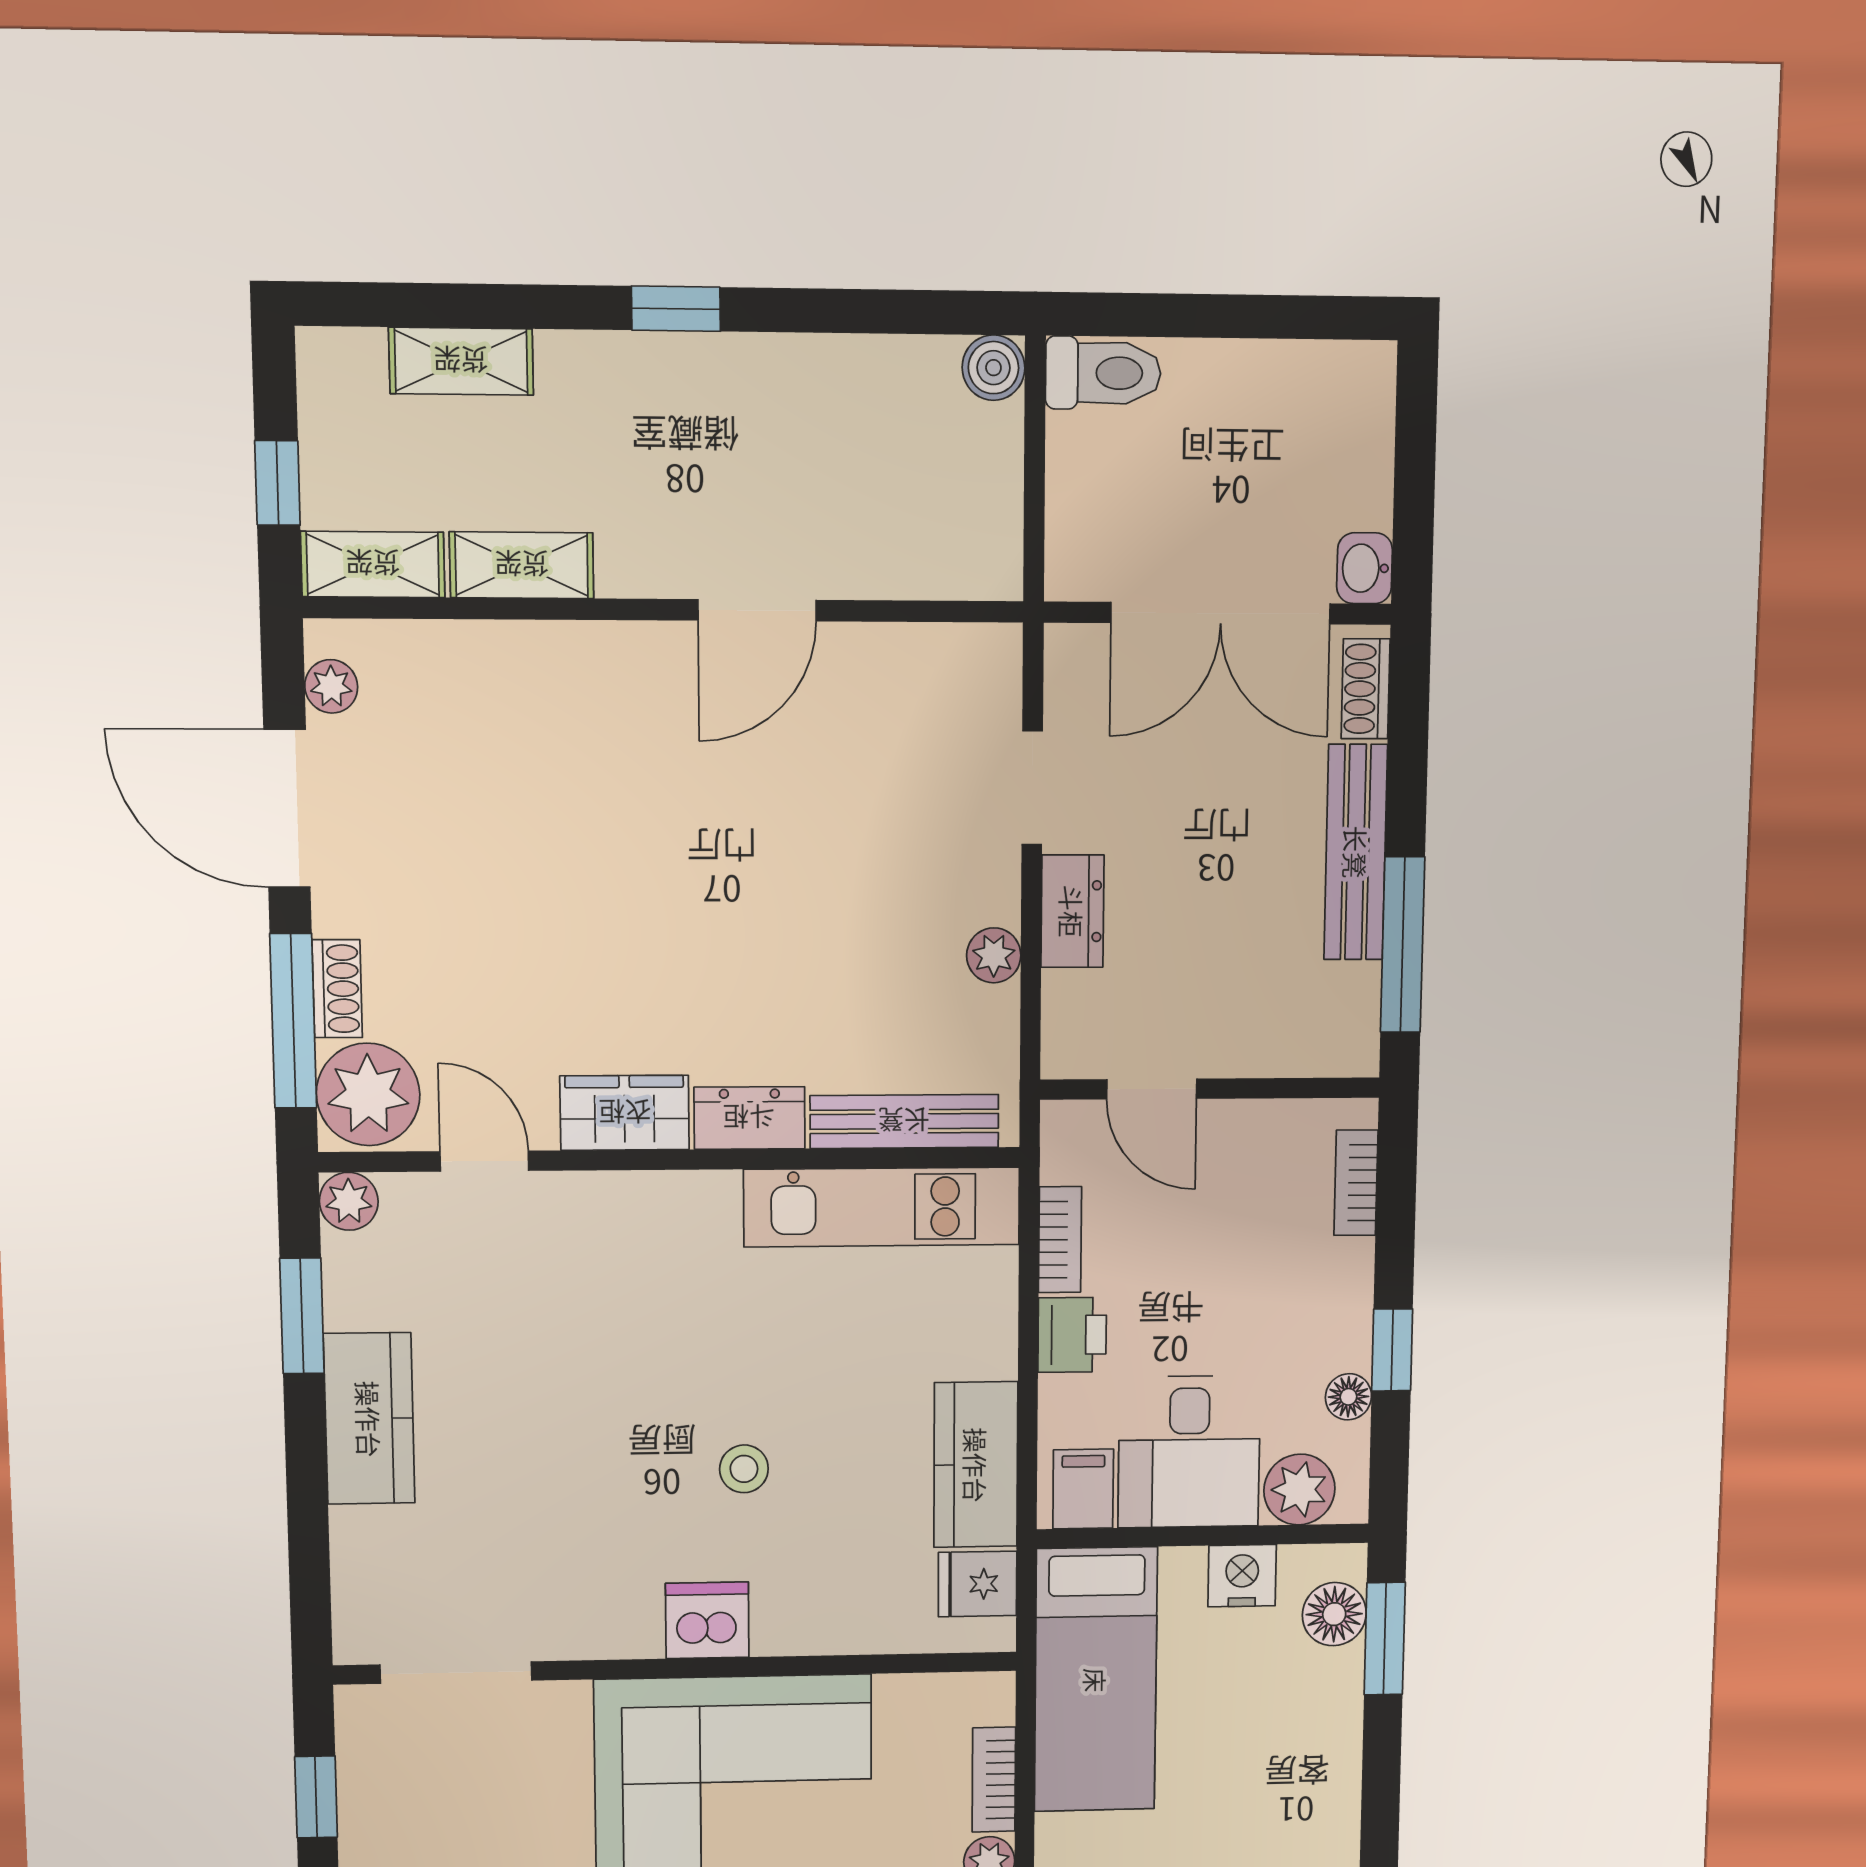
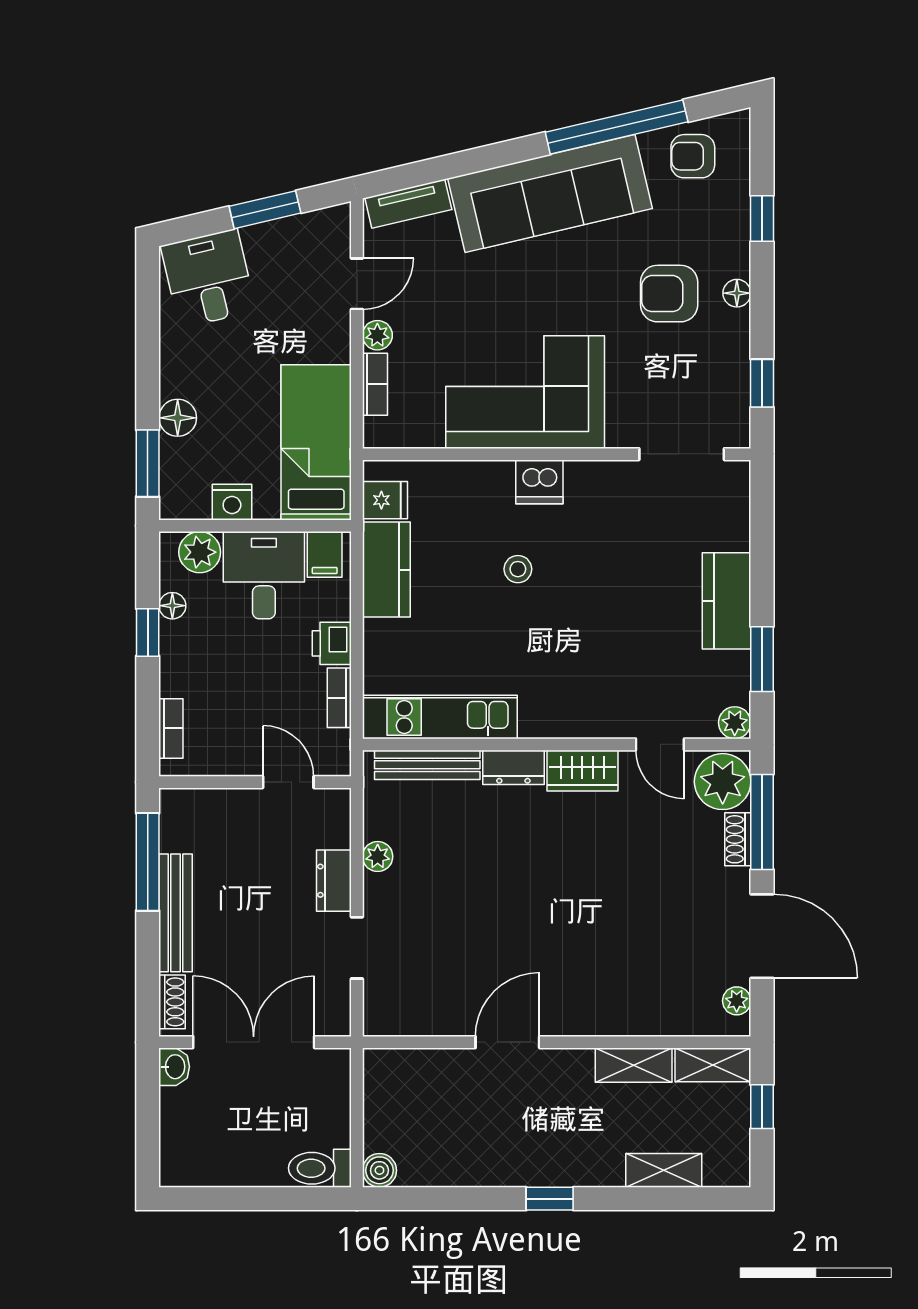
floor lamp: (1334, 1614) -> (178, 418), moved

